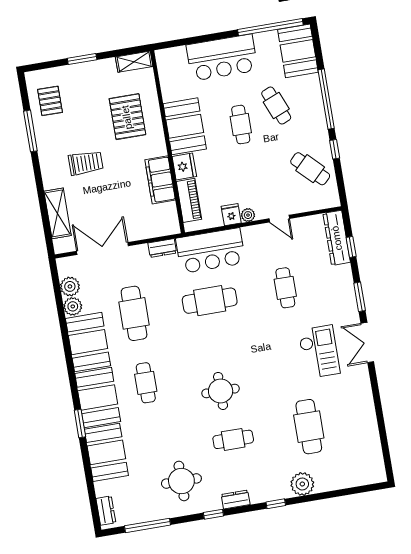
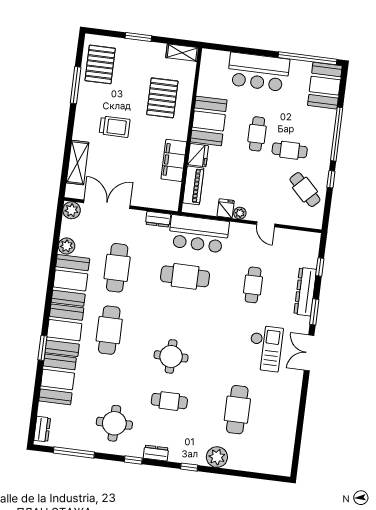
pallet: (50, 101) -> (100, 64), width x1.50, depth x1.42
cafe table: (276, 105) -> (290, 150), moved, turned -68
dresser: (337, 238) -> (305, 292), moved
plant: (70, 286) -> (72, 210), moved
cafe table: (146, 383) -> (109, 330), width x1.37, depth x1.35

